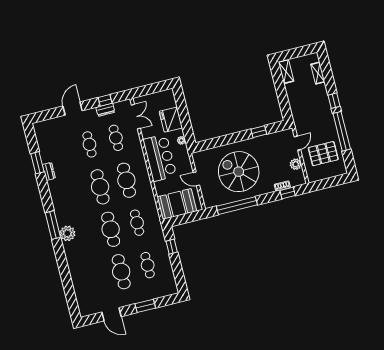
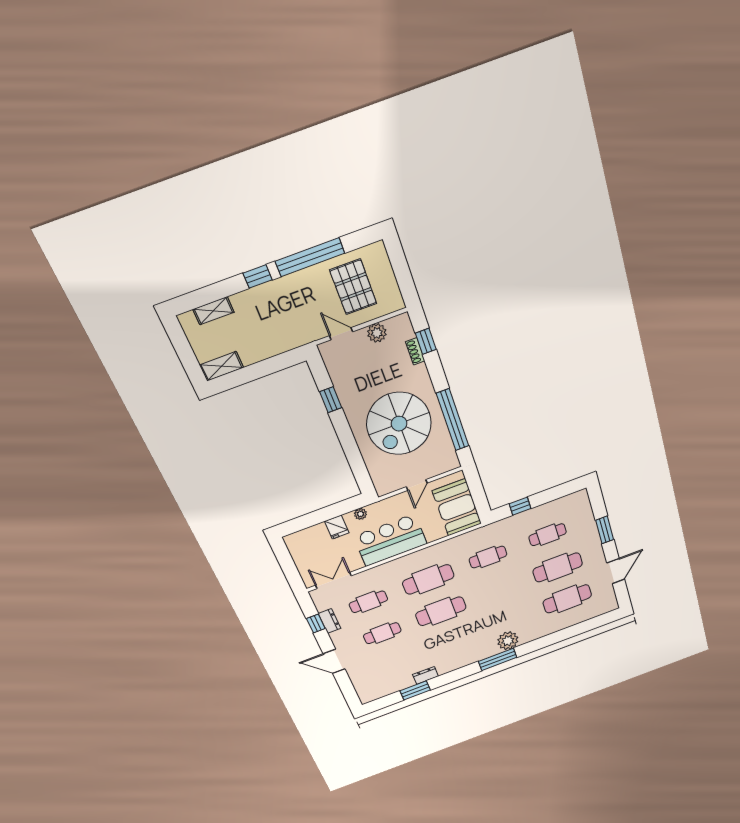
fridge: (171, 120) -> (337, 527), width x0.53, depth x0.75
cafe table: (111, 229) -> (567, 599), moved

